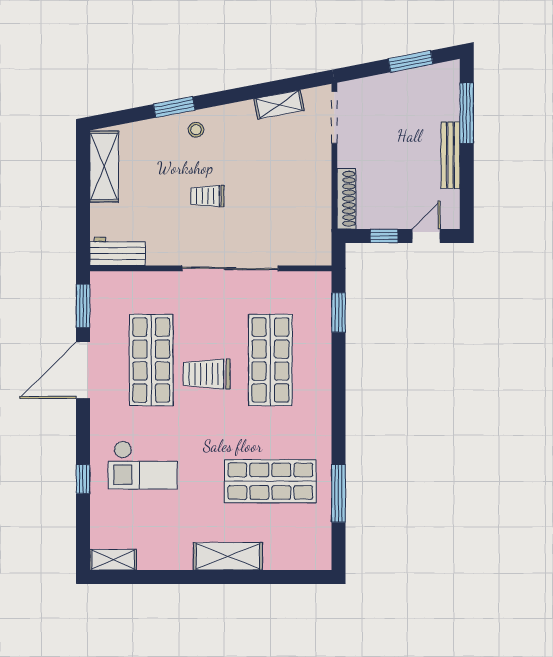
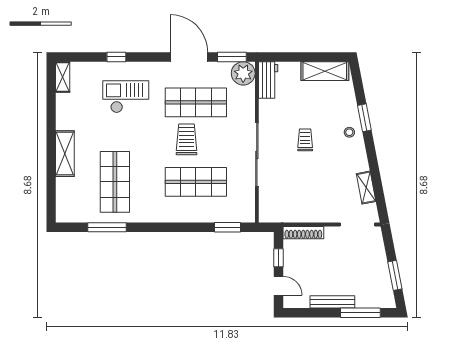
plant: (108, 289) -> (243, 73), added
checkout: (143, 465) -> (126, 97), turned 90

